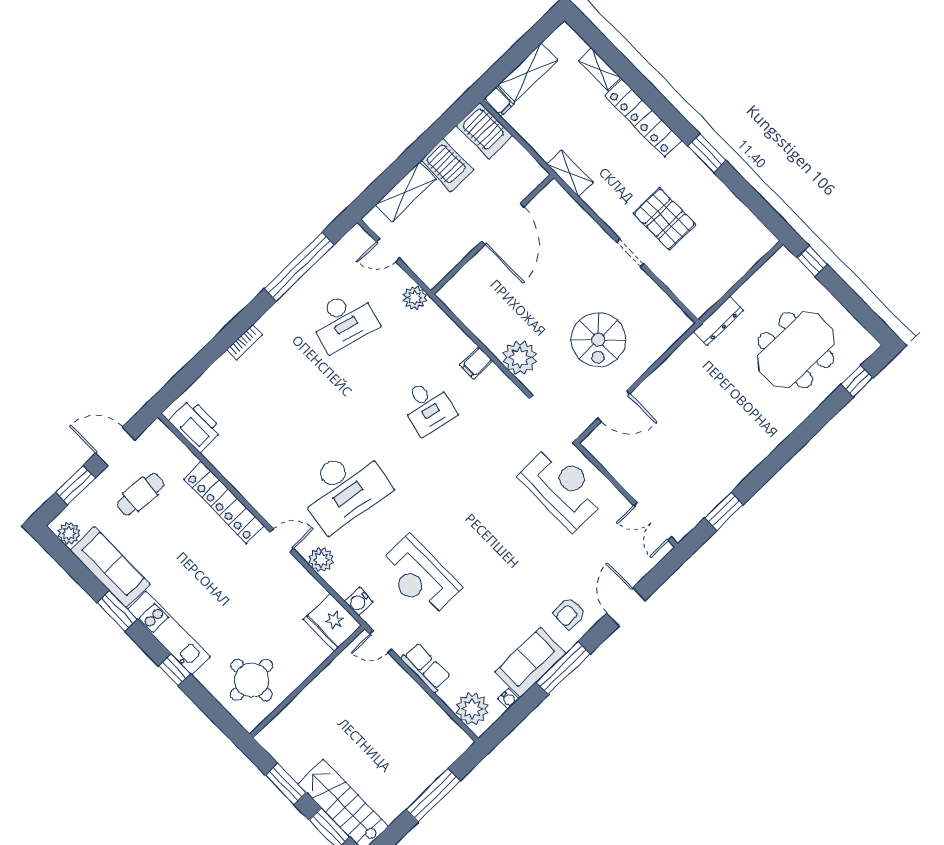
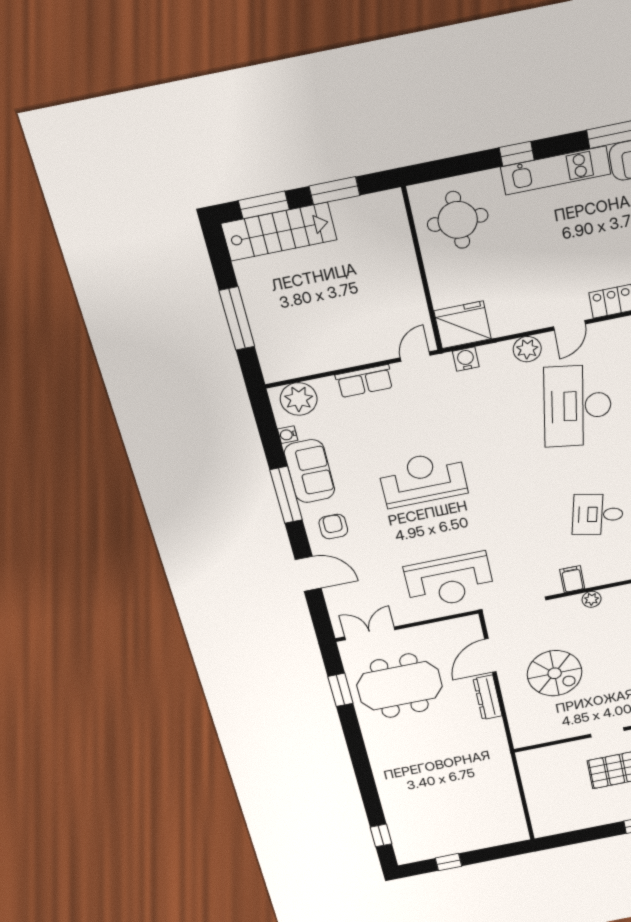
window: (812, 261) -> (449, 862), moved
dresser: (718, 321) -> (488, 697), moved
spiral stairs: (598, 340) -> (555, 673), turned 180
meeting table: (796, 350) -> (399, 686), moved, turned 90
plant: (520, 358) -> (592, 599), width x0.53, depth x0.53
filing cabinet: (476, 363) -> (572, 579), moved
reception desk: (419, 577) -> (423, 479), moved

